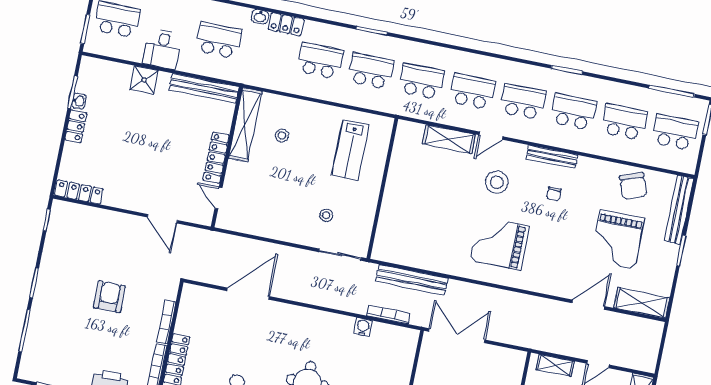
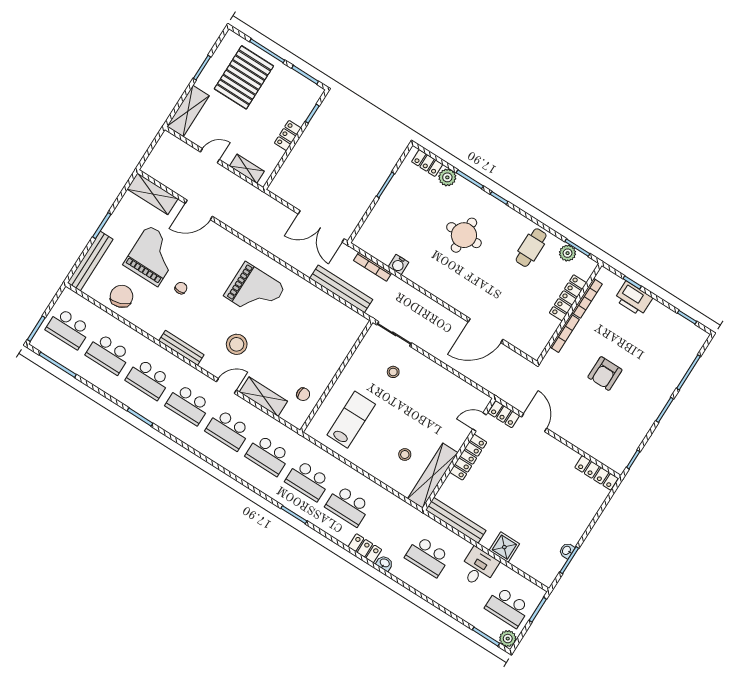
locker: (76, 126) -> (504, 414), moved, turned -90
chair: (409, 157) -> (303, 394), added
chair: (554, 194) -> (181, 288), moved
door: (219, 198) -> (479, 422), swing flipped

